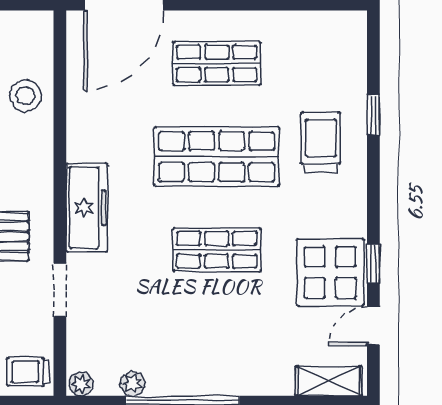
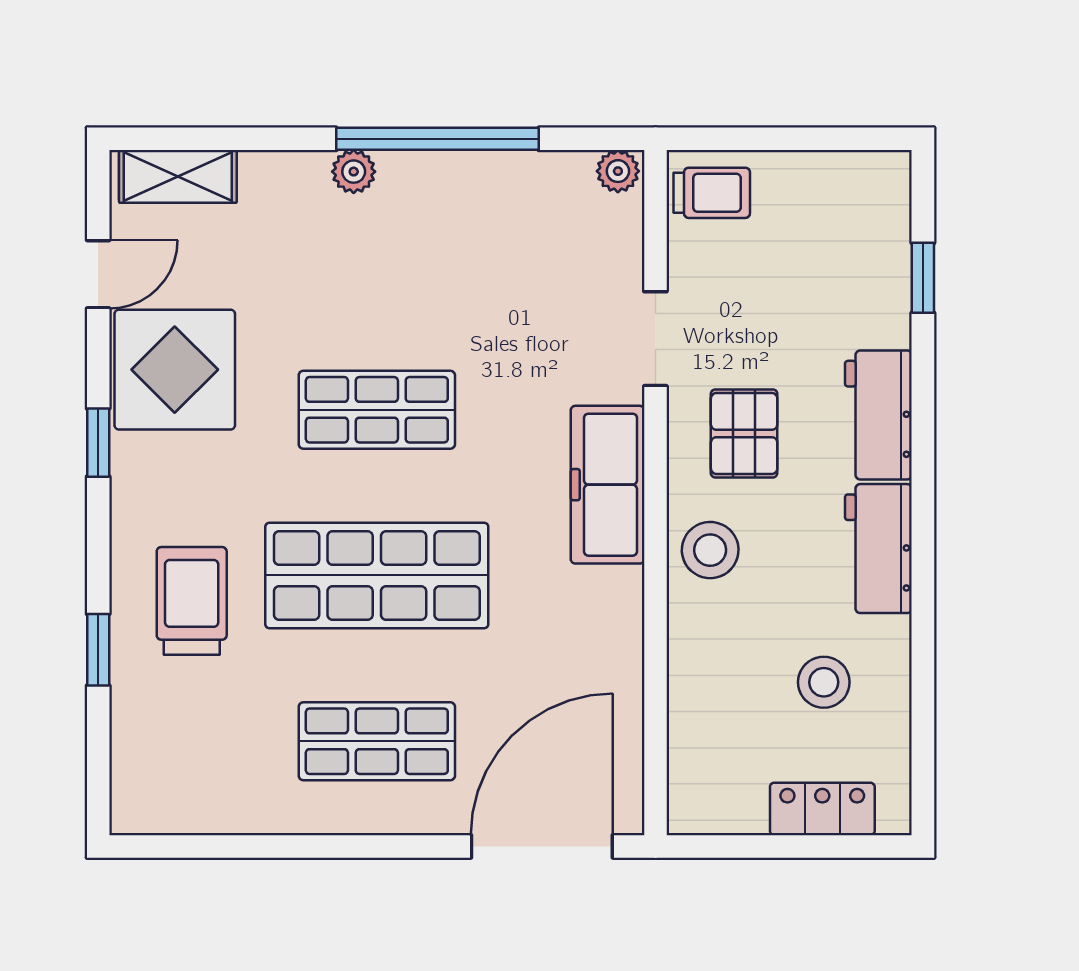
stool: (25, 96) -> (710, 550), moved
trolley: (321, 142) -> (192, 601), turned 180
window: (373, 264) -> (98, 443), moved
plant: (133, 384) -> (354, 172), moved

